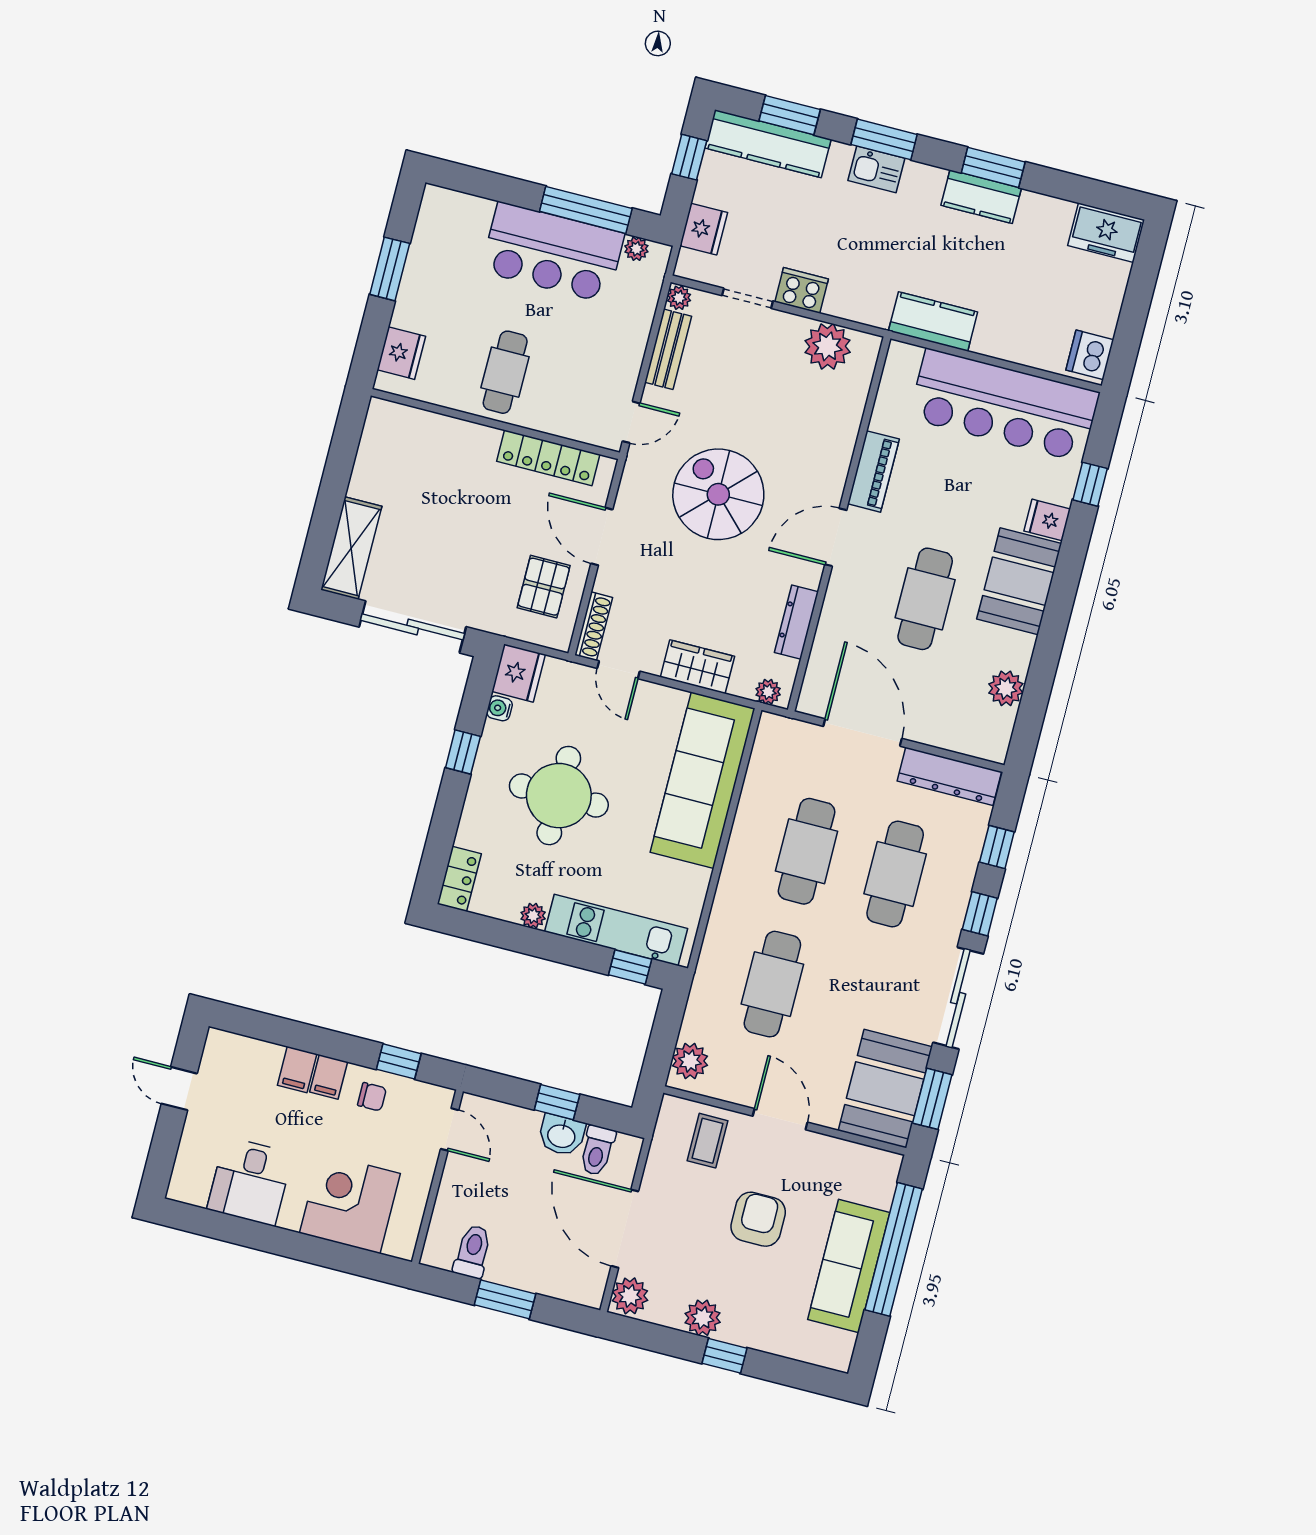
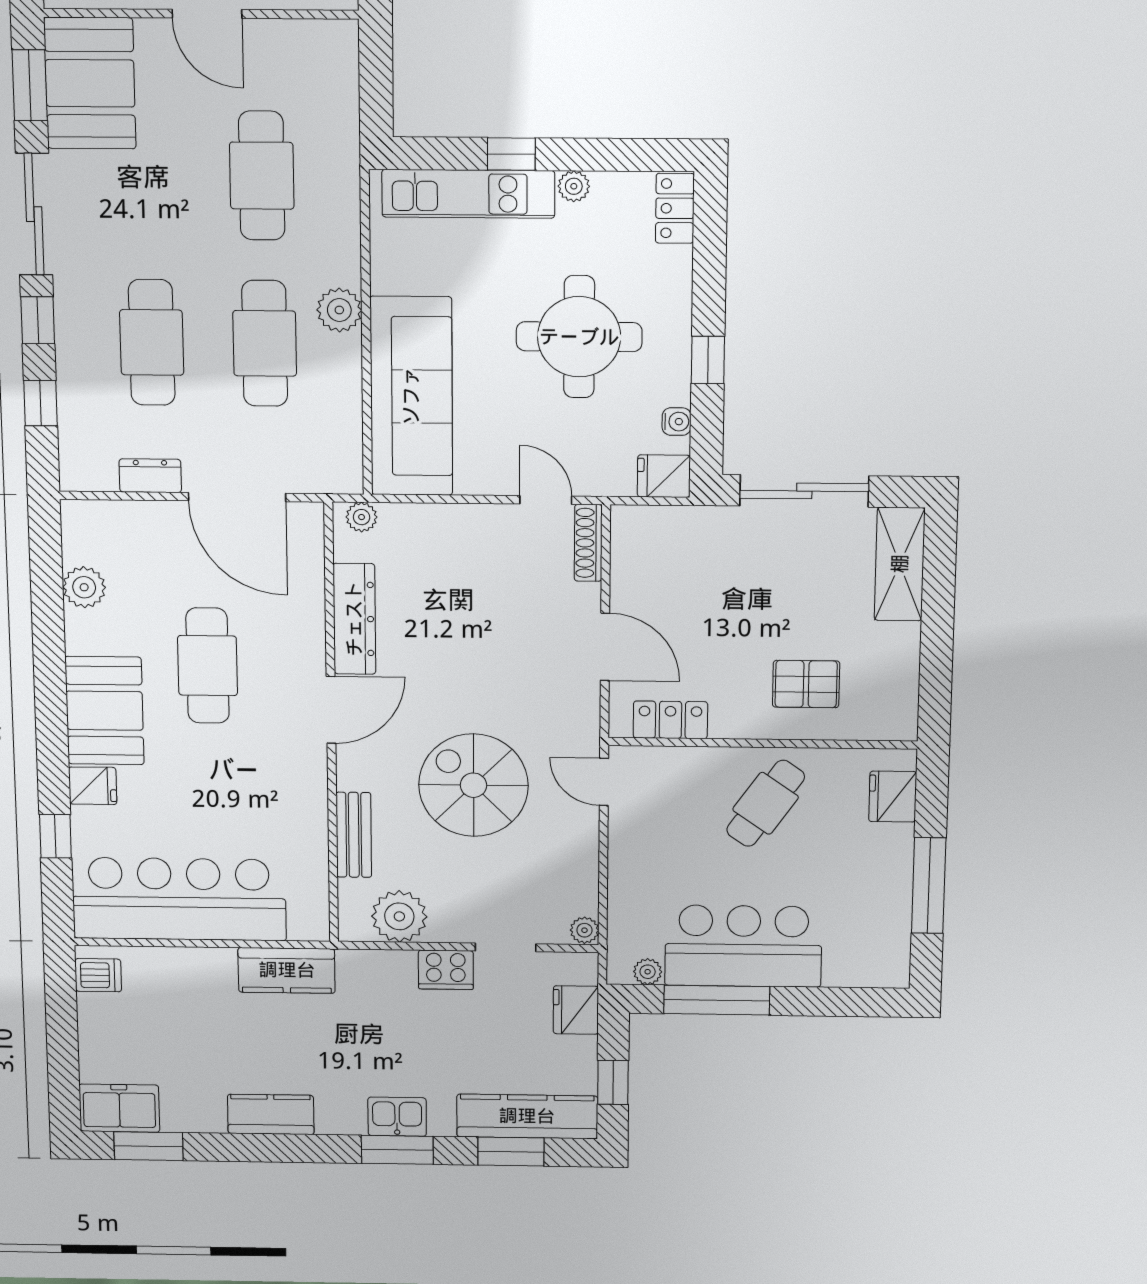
window: (993, 167) -> (149, 1146), moved
window: (390, 269) -> (929, 886), width x1.44
bench: (668, 349) -> (354, 835), moved
dishwasher: (1090, 355) -> (98, 975), width x0.73
cafe table: (505, 372) -> (766, 803), turned 35
door: (631, 422) -> (604, 782), hinge flipped
locker: (548, 458) -> (670, 720), width x0.66
piano: (873, 471) -> (308, 793), removed
spiral stairs: (718, 494) -> (473, 785), moved, turned 180
pallet: (544, 587) -> (806, 684), moved, turned 90
dresser: (796, 622) -> (354, 619), width x1.37, depth x1.24
wardrobe: (697, 667) -> (453, 526), removed
fridge: (519, 673) -> (664, 476), width x0.72
dresser: (949, 776) -> (150, 476), width x0.51, depth x0.80
window: (630, 967) -> (511, 154), moved
plant: (690, 1061) -> (339, 310), moved

